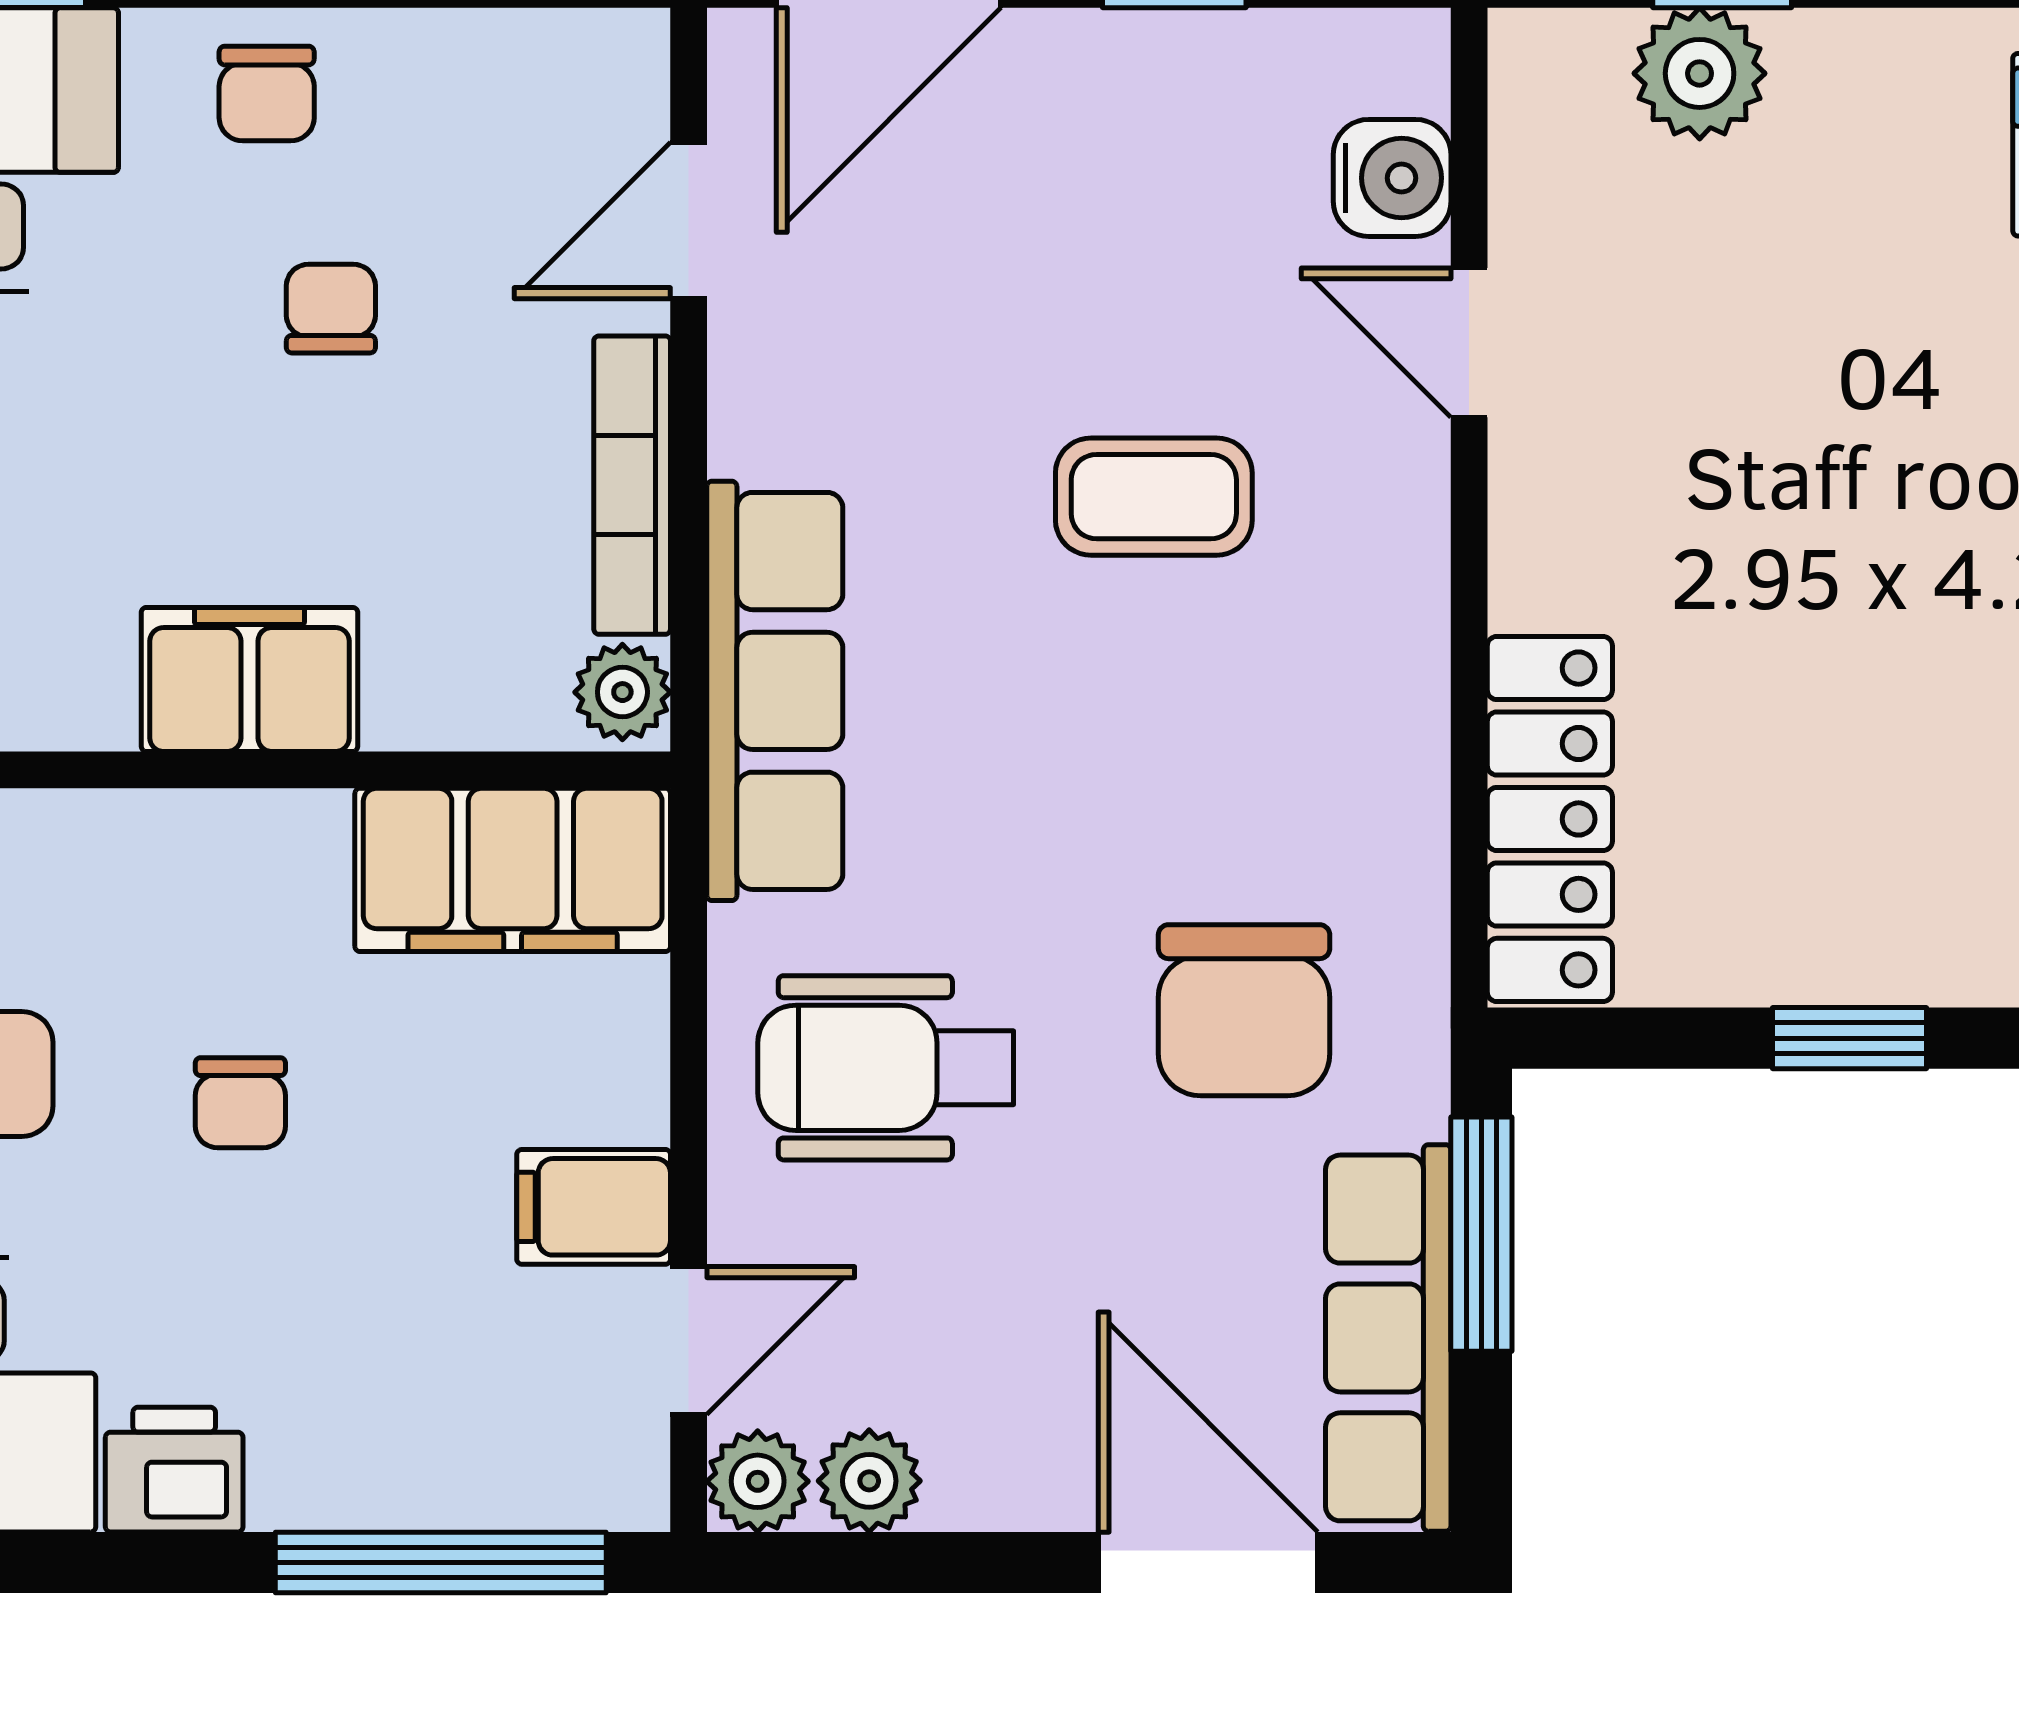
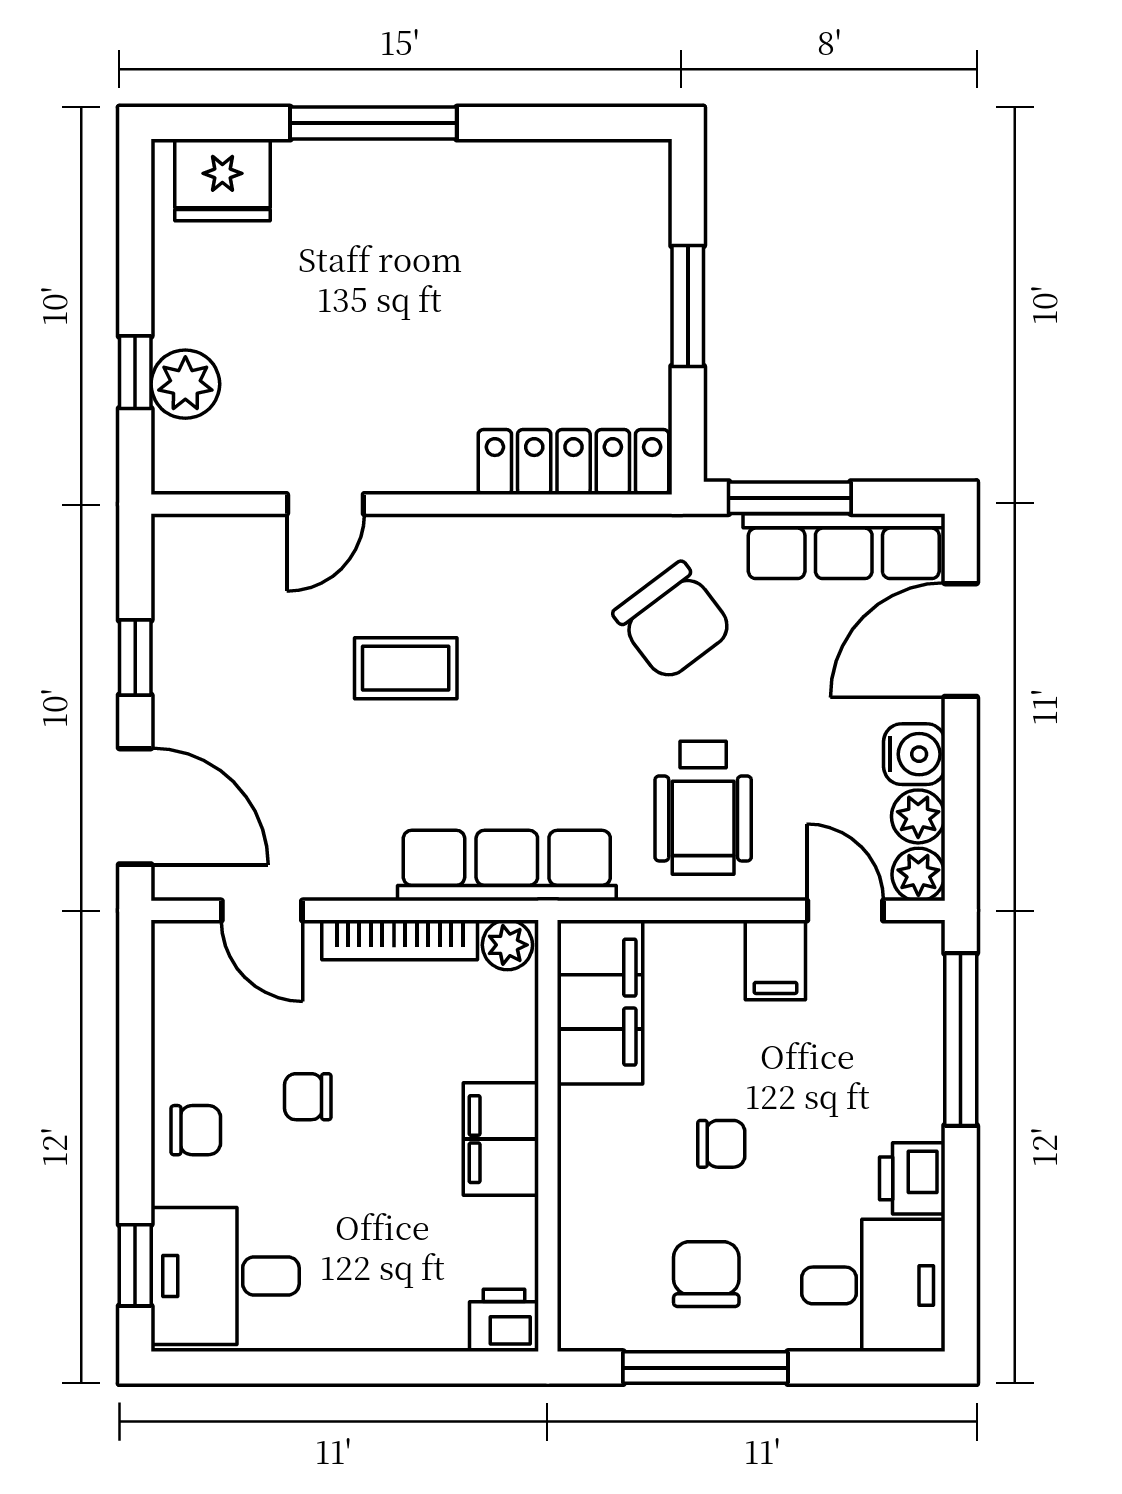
water cooler: (1392, 178) -> (914, 754), moved, turned 90
coffee table: (1154, 497) -> (406, 668), turned 90
chair: (1244, 1010) -> (673, 621), turned 53
window: (1850, 1038) -> (688, 306), width x1.50

